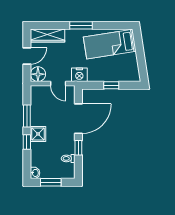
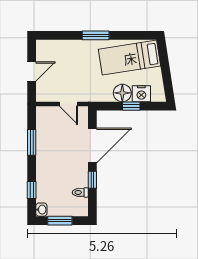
wardrobe: (47, 36) -> (56, 47), removed
floor lamp: (38, 74) -> (122, 93), moved
nightstand: (79, 75) -> (141, 94), moved
shower: (38, 134) -> (45, 164), removed
window: (27, 142) -> (32, 190), moved

